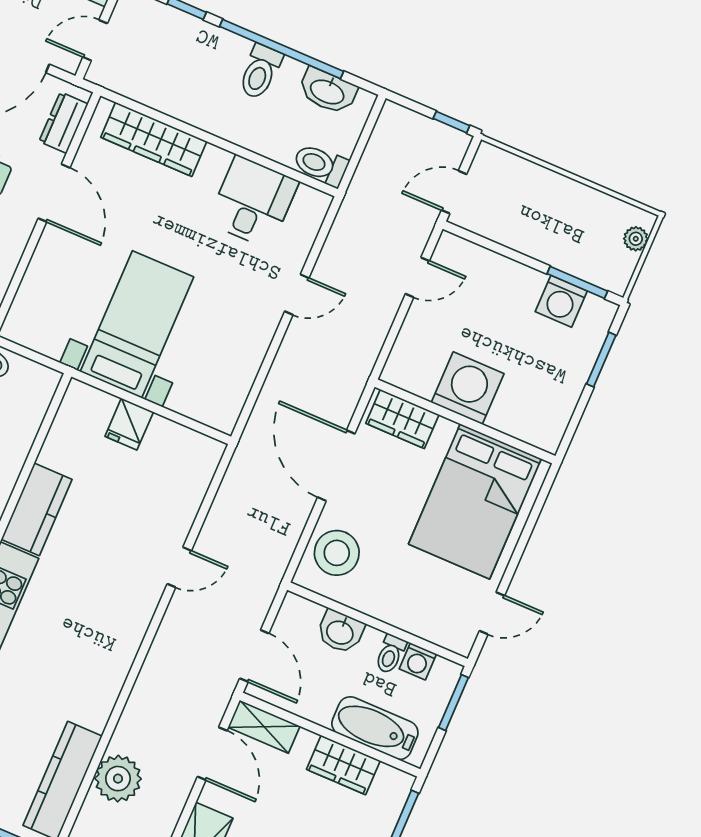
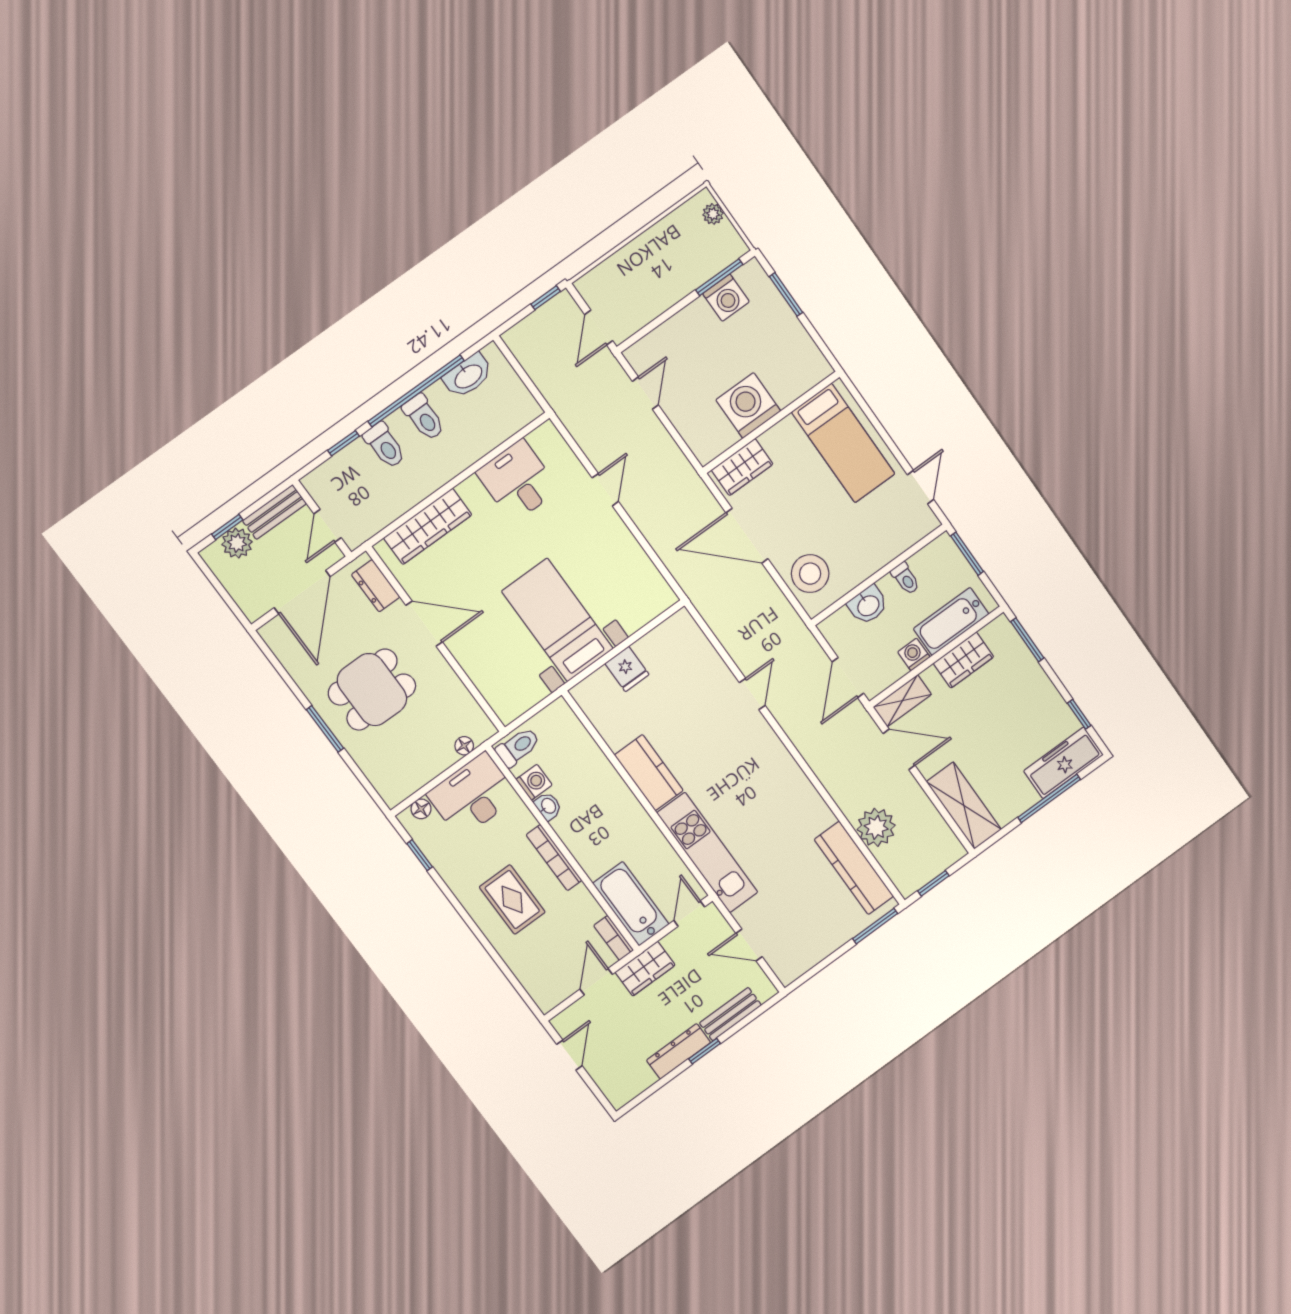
toilet: (321, 165) -> (385, 445), moved, turned -90
bed: (475, 501) -> (843, 443), width x0.67
door: (254, 656) -> (848, 678), swing flipped
washing machine: (418, 661) -> (914, 654), moved, turned 180

